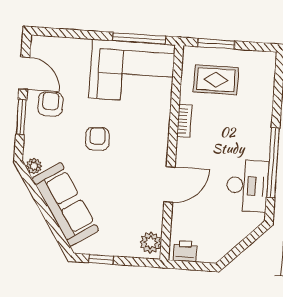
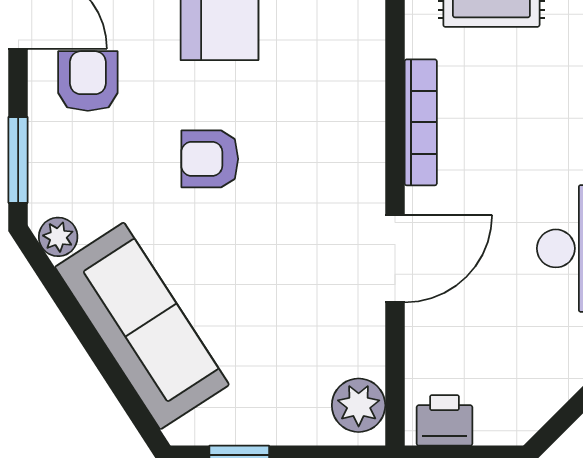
window: (21, 117) -> (18, 160), moved
bookcase: (184, 121) -> (421, 122), width x1.56
armchair: (97, 139) -> (210, 159), turned -87

